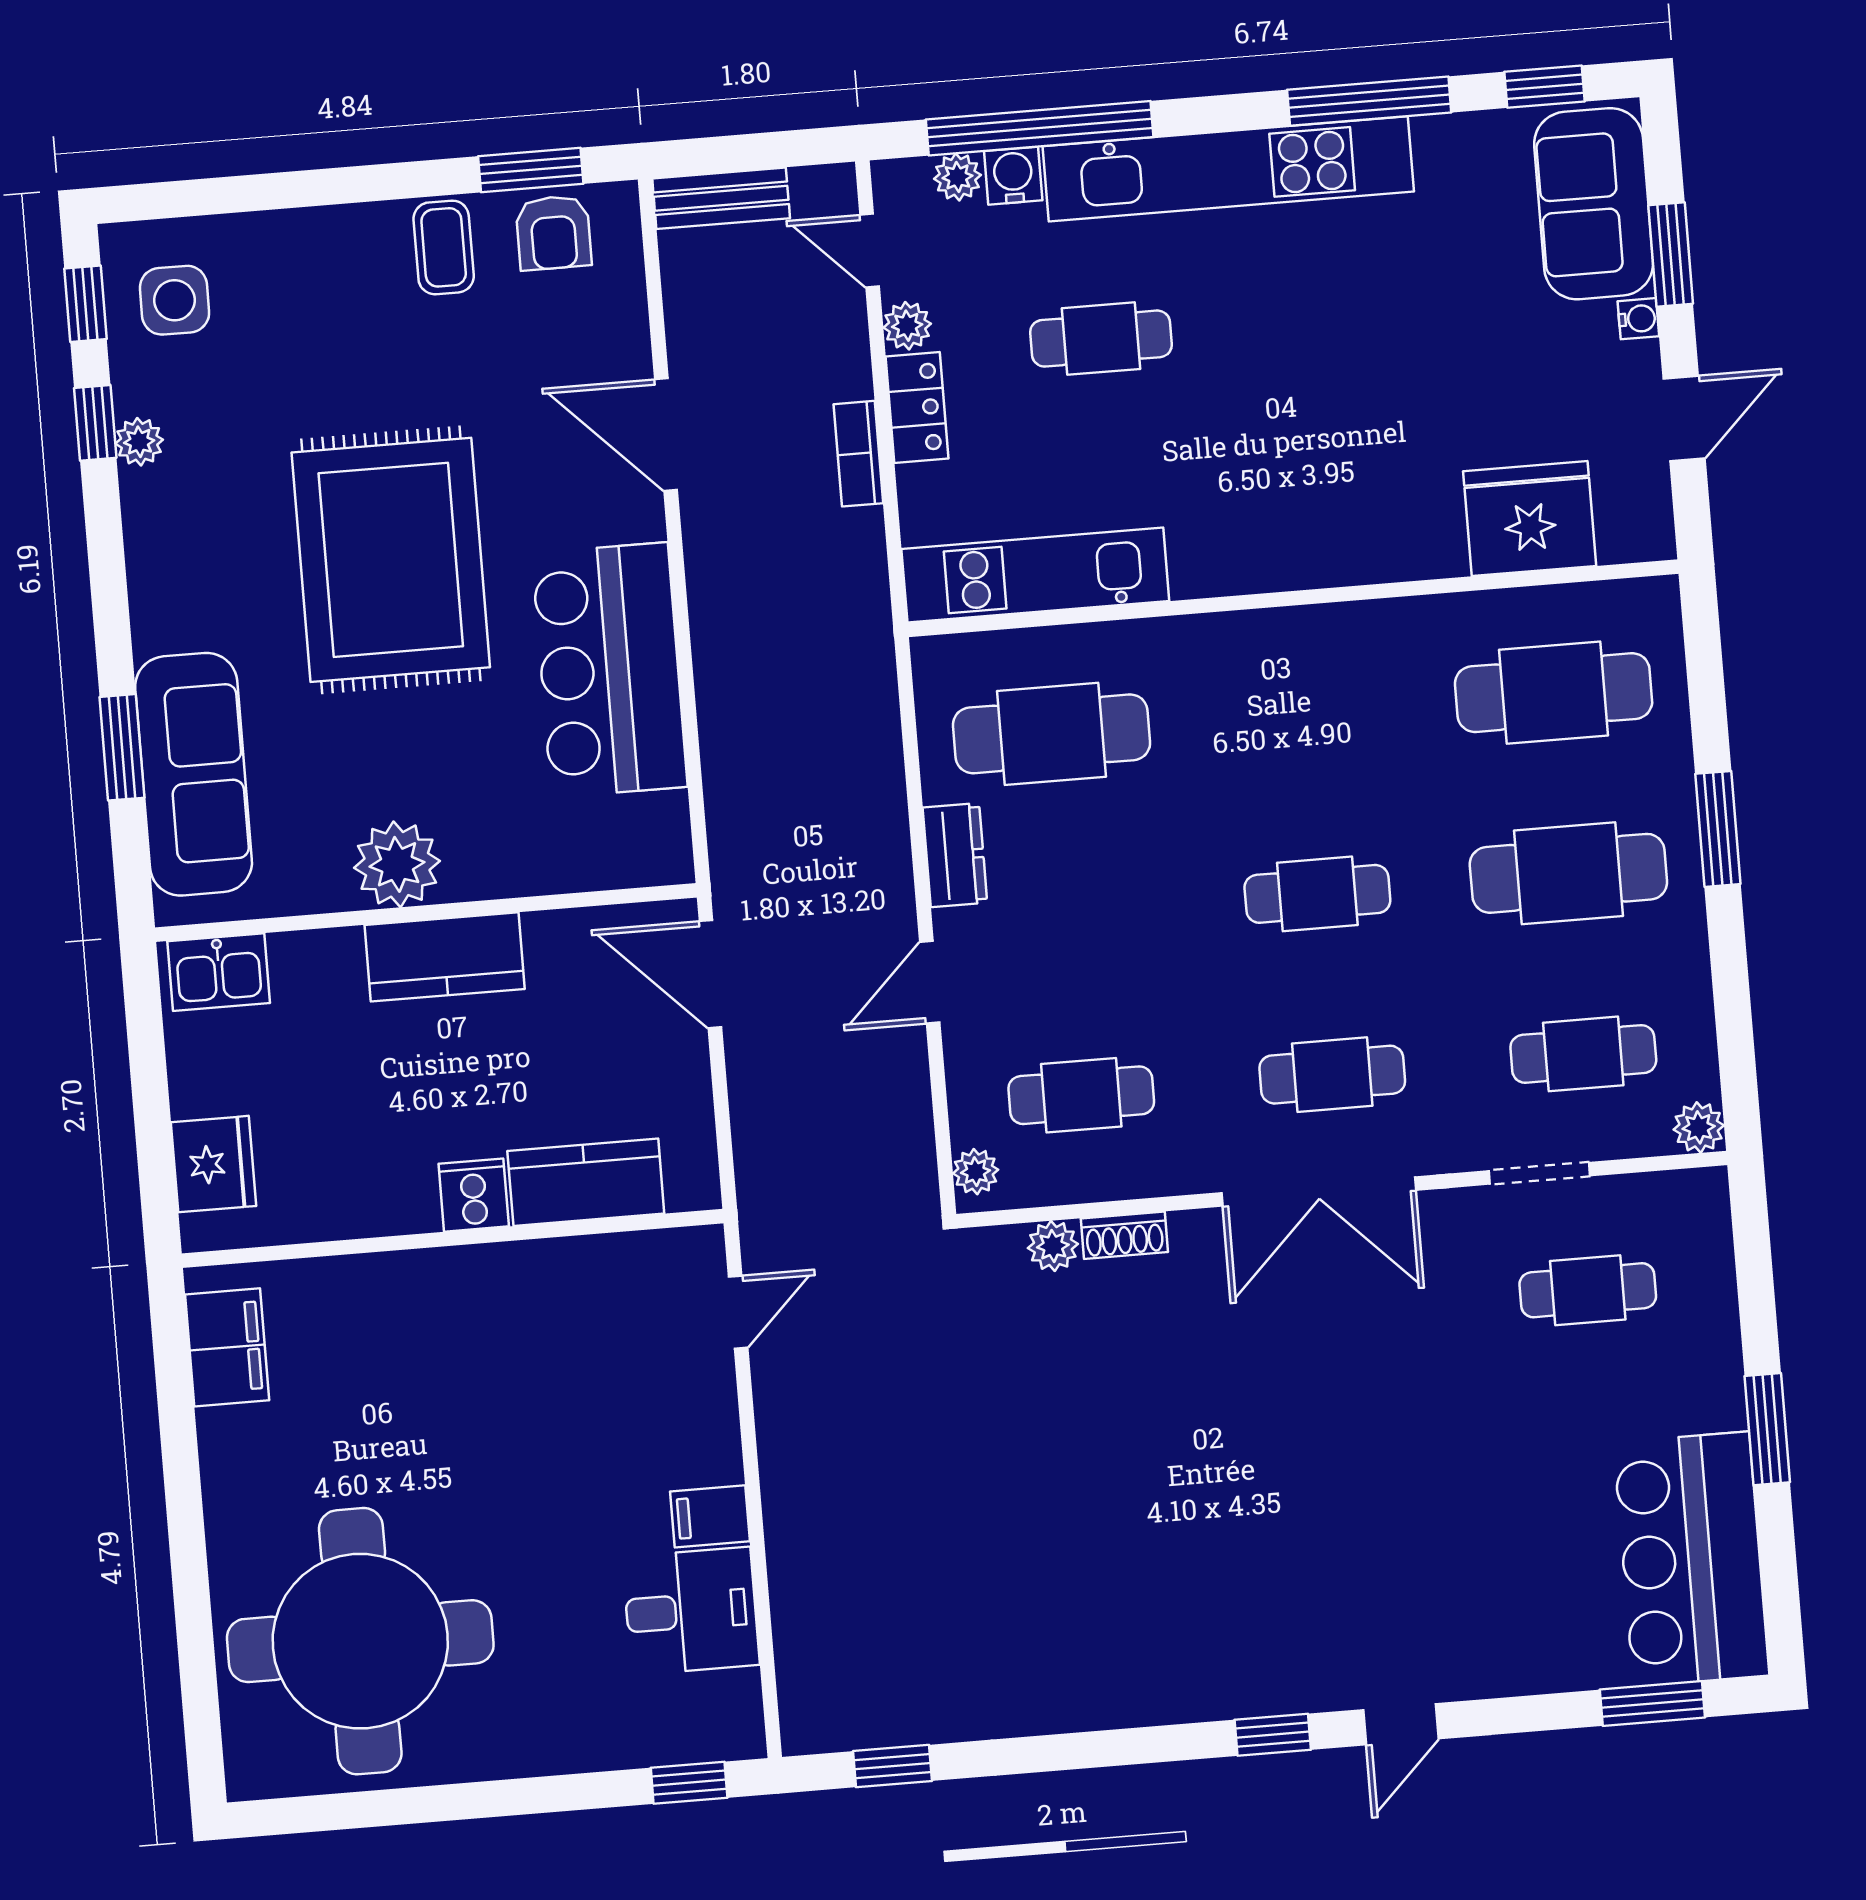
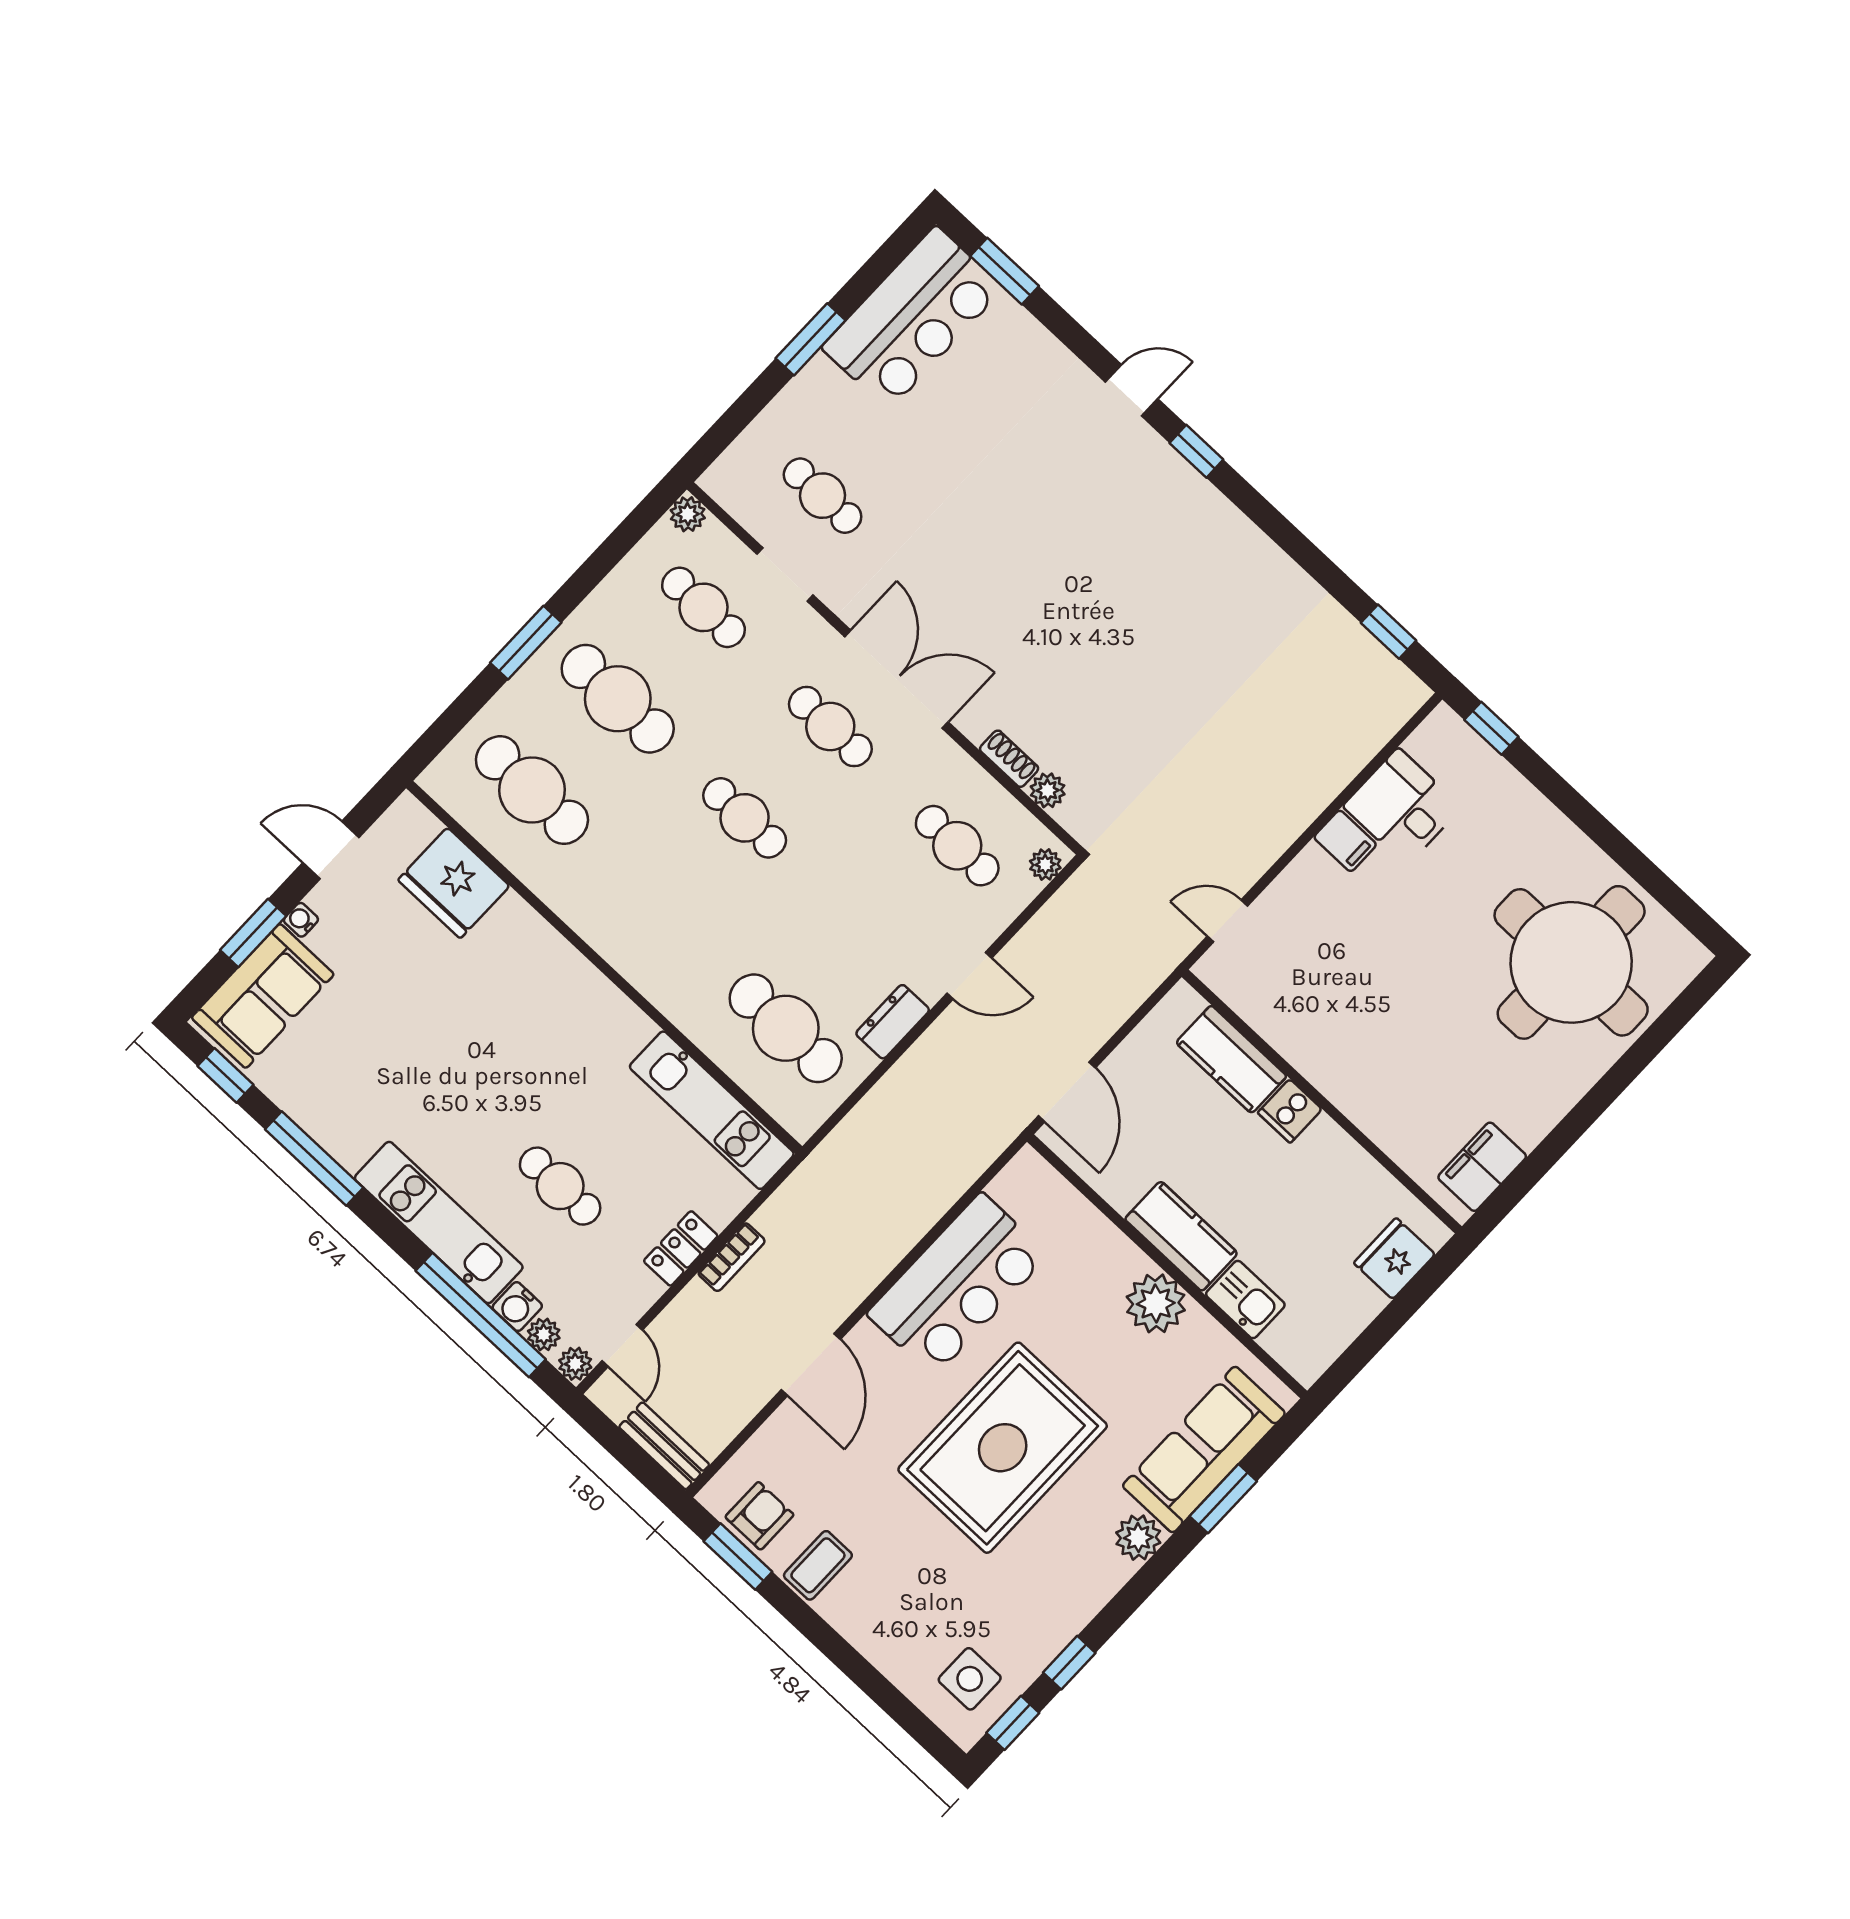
kitchen unit: (1228, 169) -> (439, 1223), width x0.73
plant: (907, 326) -> (575, 1364), moved
plant: (139, 442) -> (1138, 1538), moved, width x1.38, depth x1.38
kitchen sink: (219, 972) -> (1245, 1300), moved

